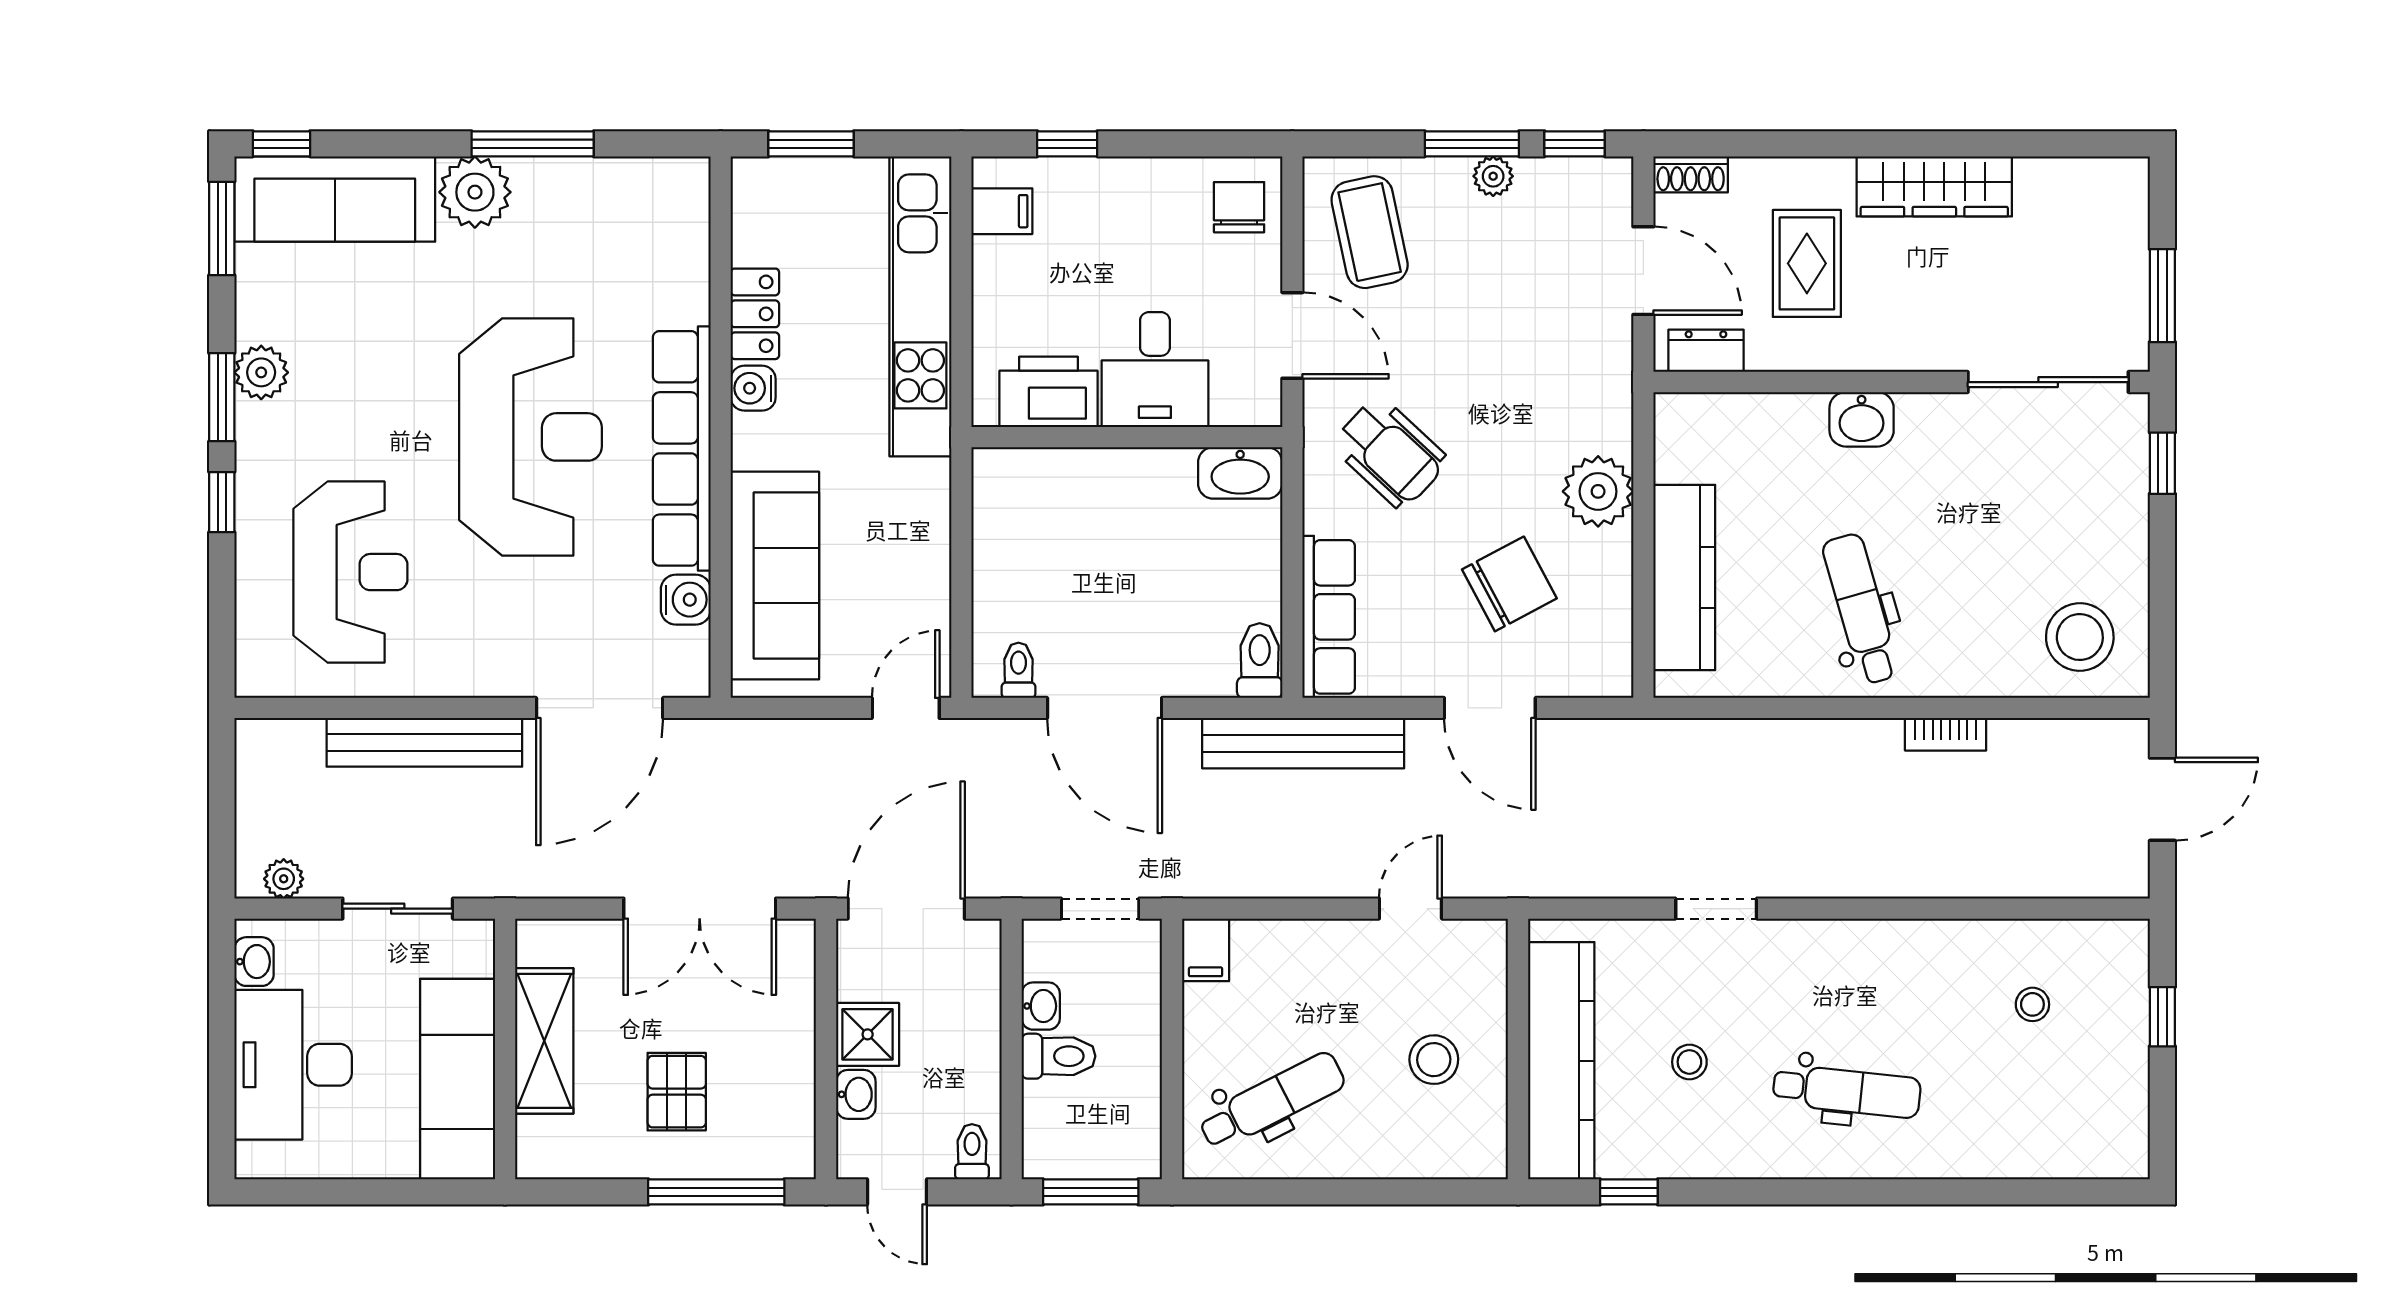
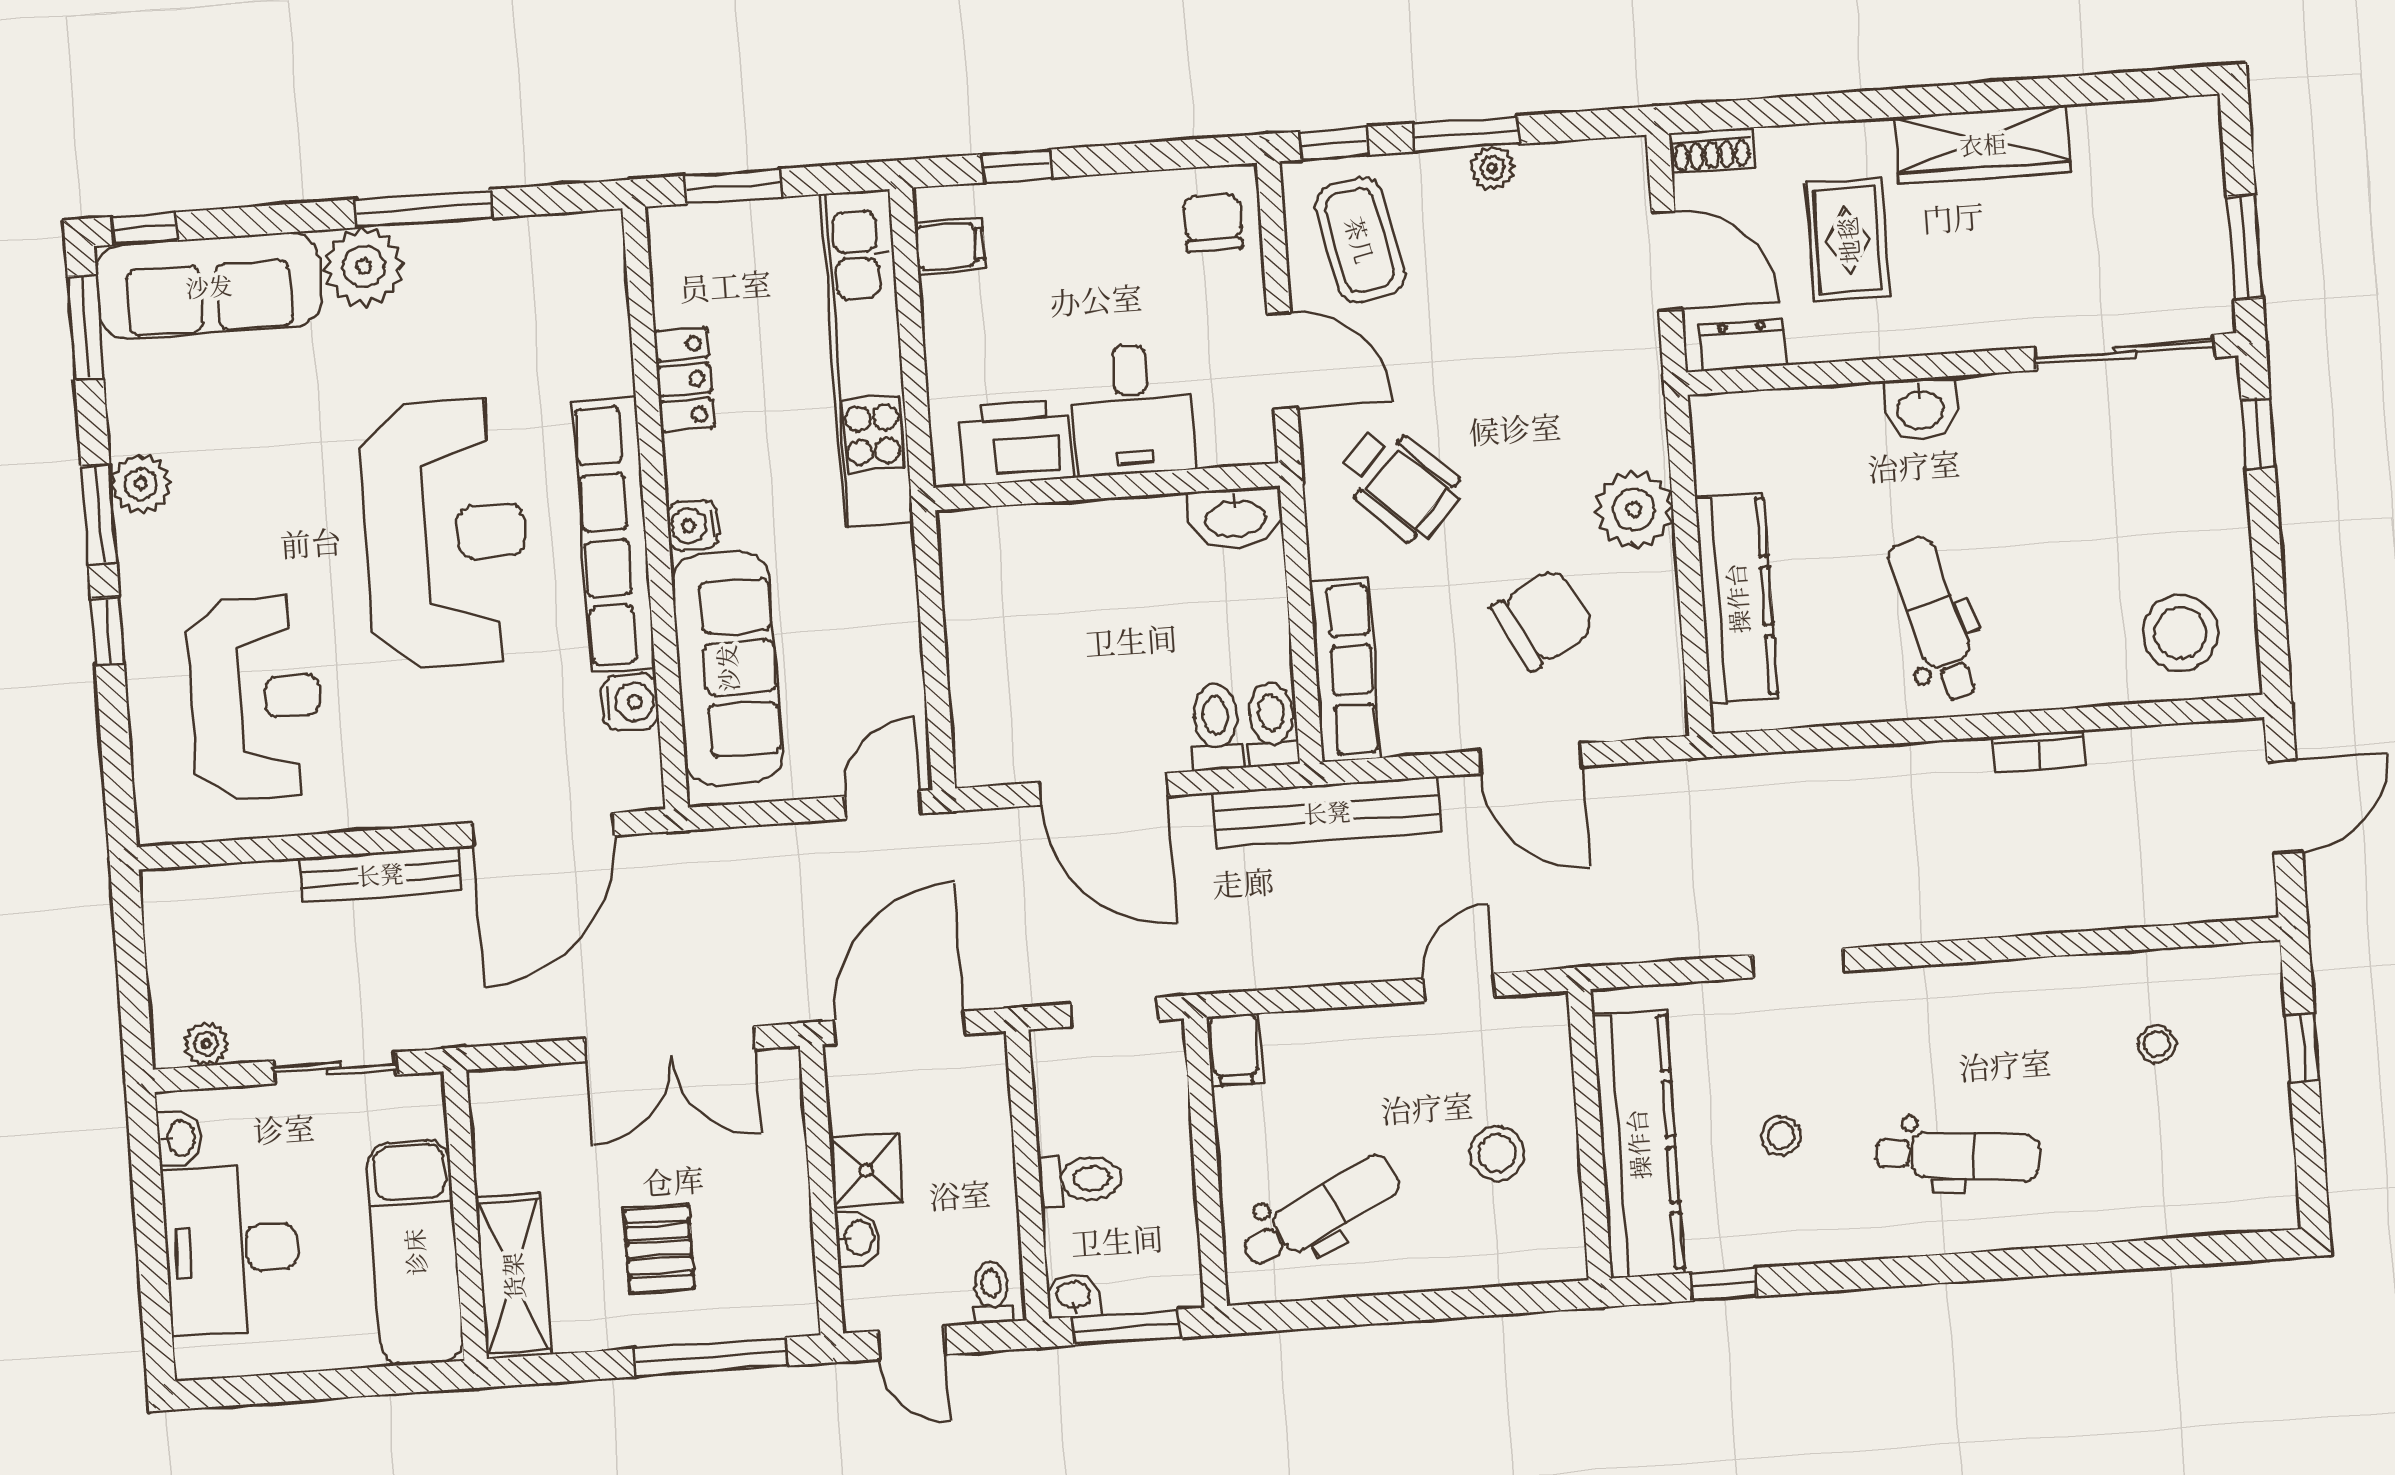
window: (1575, 144) -> (1334, 143), moved
water cooler: (753, 388) -> (693, 525), moved
toilet: (1018, 670) -> (1216, 727), moved, width x1.37, depth x1.39
bench: (424, 742) -> (380, 874), width x0.73, depth x0.82
washbasin: (1041, 1006) -> (1074, 1296), moved, turned -90
shelving: (544, 1041) -> (513, 1276), moved

